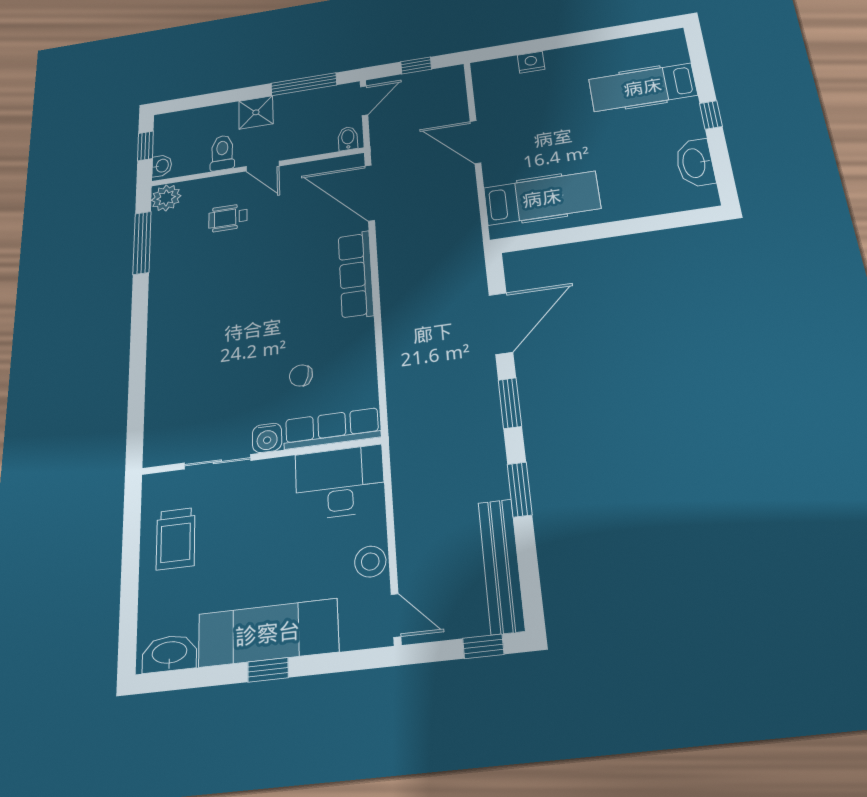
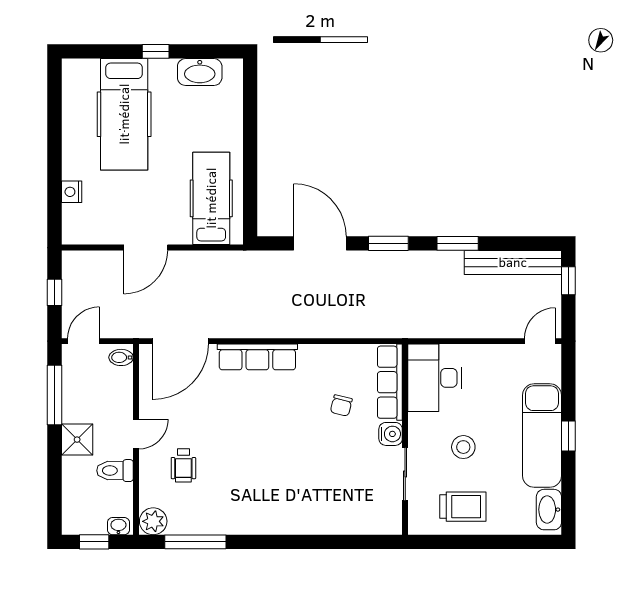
hospital bed: (643, 87) -> (124, 114), width x1.37, depth x1.29
door: (364, 101) -> (84, 341), hinge flipped
stool: (370, 562) -> (463, 447), moved

